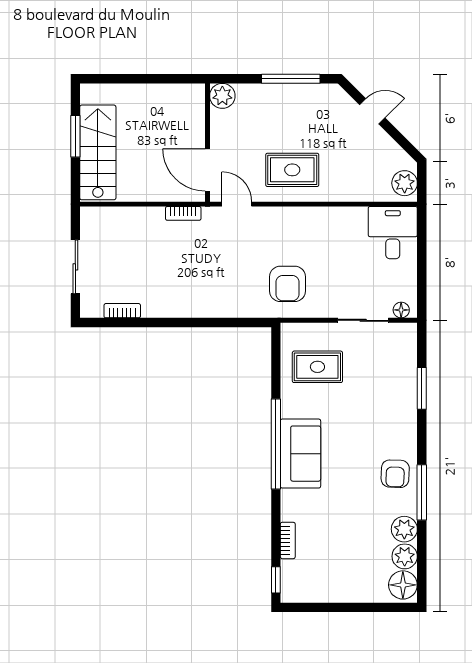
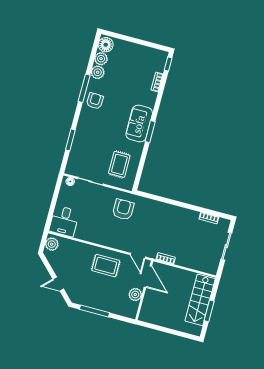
plant: (222, 96) -> (135, 294), moved
rug: (317, 367) -> (119, 164), turned 90
window: (276, 444) -> (150, 132), width x0.47

